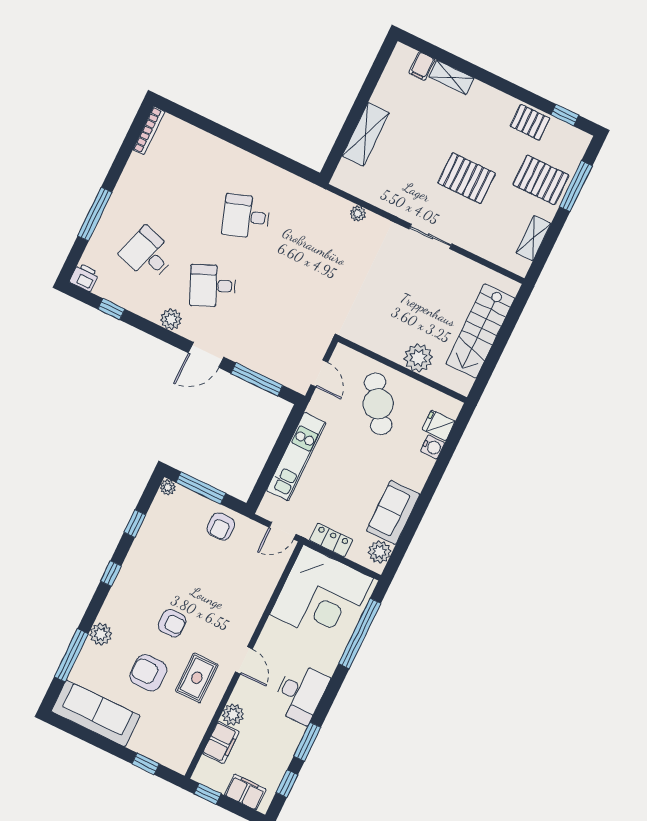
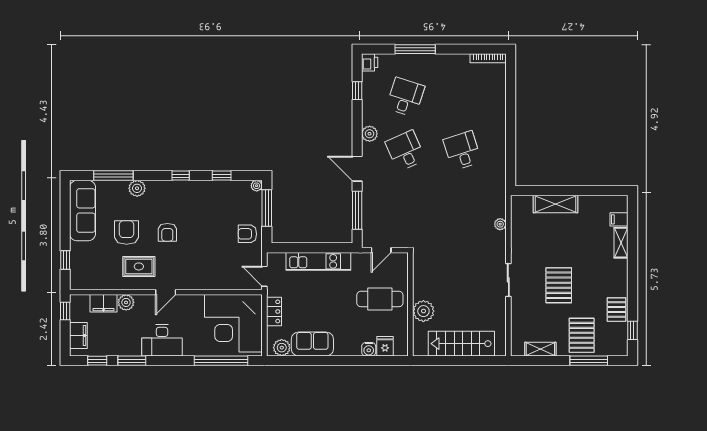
cafe table: (378, 404) -> (380, 299), turned 34

